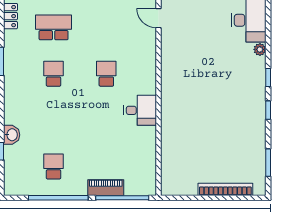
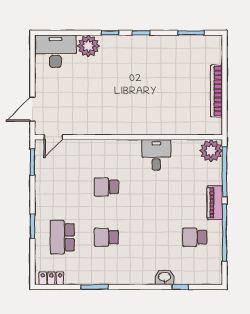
plant: (260, 49) -> (88, 46), width x1.88, depth x1.88
desk: (140, 110) -> (156, 155), moved
plant: (144, 184) -> (211, 151), added
piano: (106, 188) -> (215, 203), moved
bookcase: (225, 189) -> (216, 91), moved

